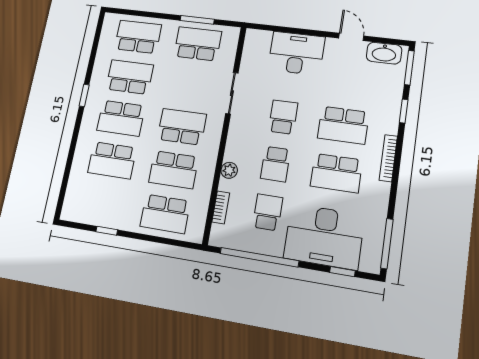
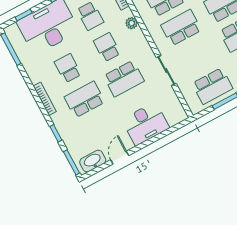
door: (351, 37) -> (120, 158), swing flipped
school desk: (283, 117) -> (124, 79), width x1.85
school desk: (182, 127) -> (181, 28), turned 180
school desk: (336, 173) -> (68, 68), width x0.54

